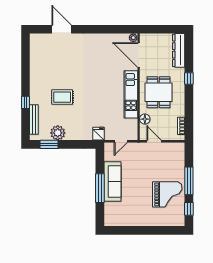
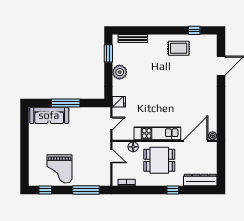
rug: (62, 97) -> (179, 48), moved, turned 90
window: (25, 102) -> (194, 30), moved
plant: (58, 133) -> (120, 72), moved
door: (121, 141) -> (111, 123), swing flipped
door: (154, 141) -> (111, 156), hinge flipped
window: (189, 181) -> (86, 190), moved
sofa: (112, 182) -> (49, 115), moved

